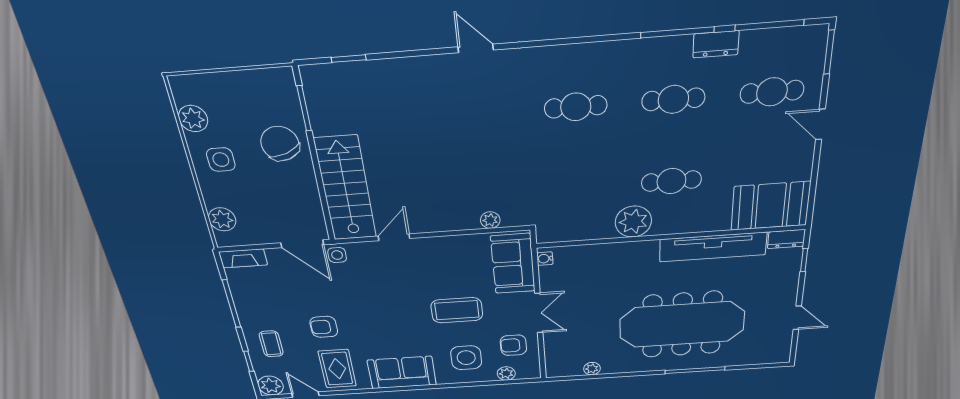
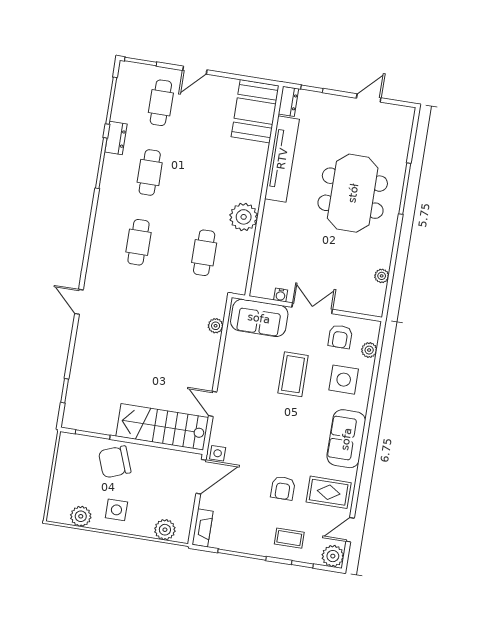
door: (476, 48) -> (79, 302), hinge flipped
cafe table: (671, 181) -> (204, 253), moved
water cooler: (545, 259) -> (281, 295), moved
meeting table: (682, 325) -> (353, 193), width x0.73

